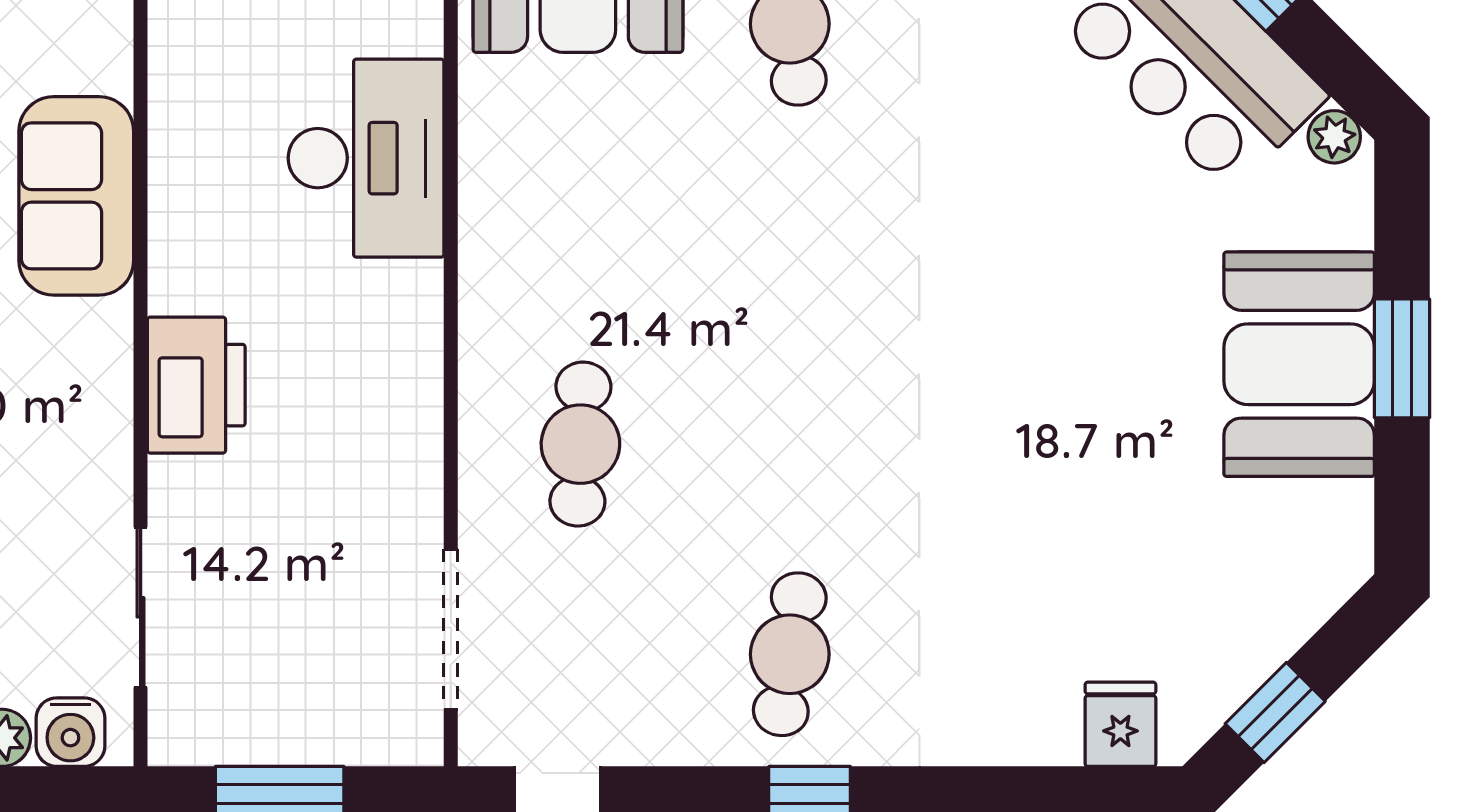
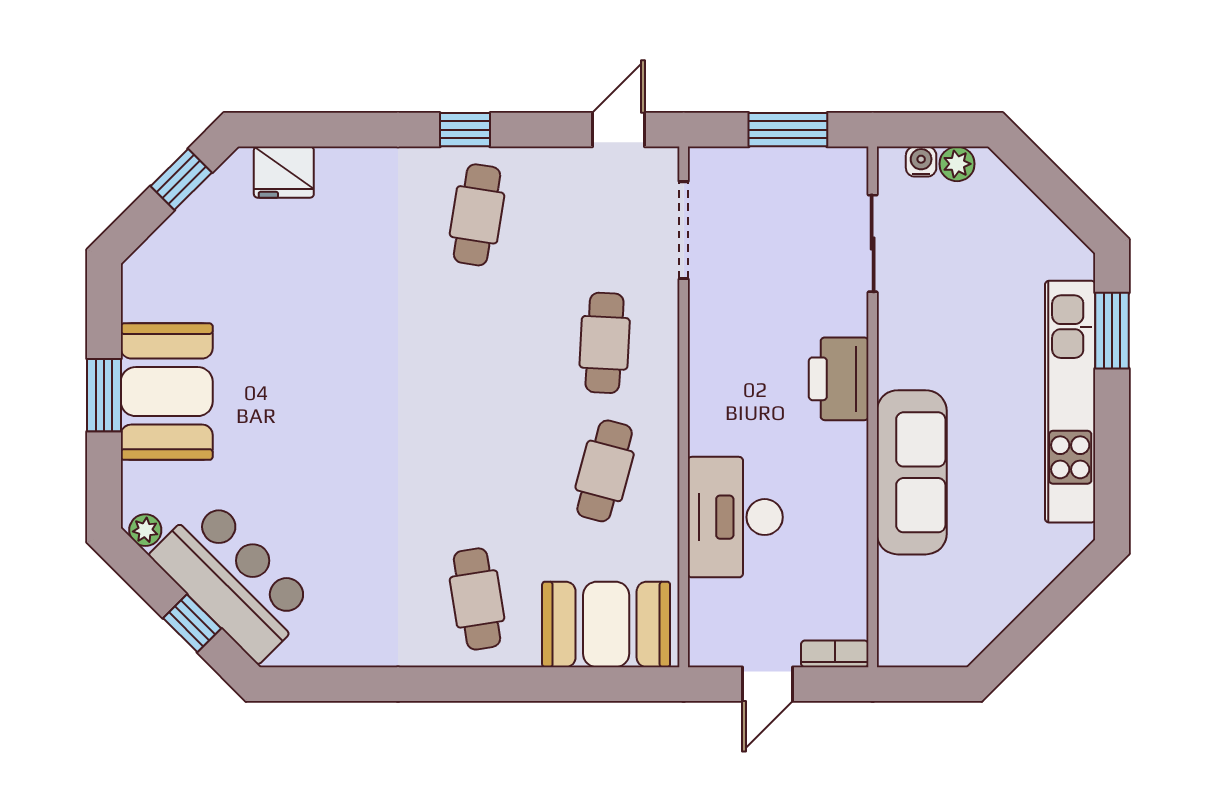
sofa: (76, 196) -> (912, 472), width x1.36
cafe table: (580, 234) -> (605, 471), added
fridge: (1120, 724) -> (284, 172), width x1.38
water cooler: (70, 732) -> (921, 162), width x0.72, depth x0.72

